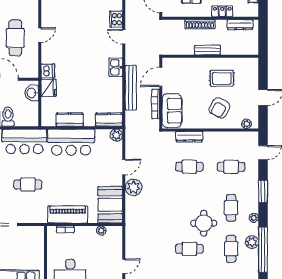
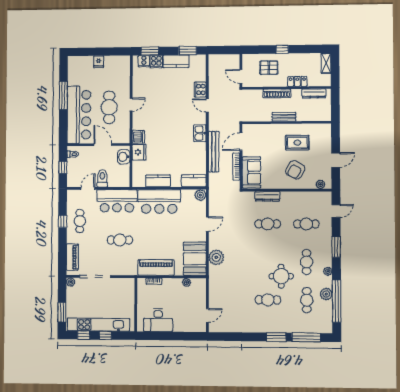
plant: (134, 187) -> (216, 257), moved

